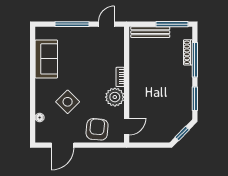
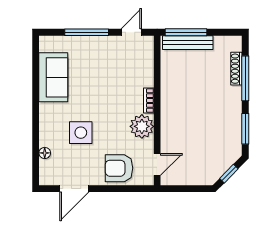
window: (172, 24) -> (186, 32), moved
side table: (68, 102) -> (81, 133), turned 45
armchair: (97, 129) -> (119, 168), turned -95

